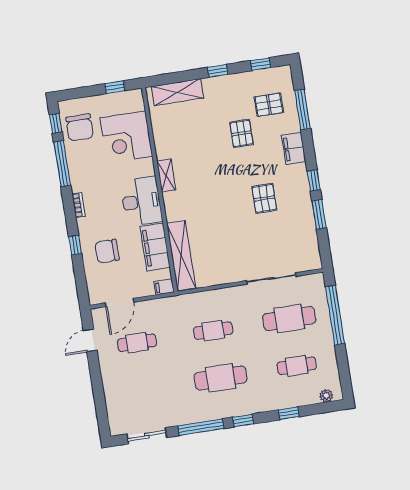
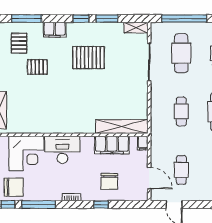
shelving: (166, 176) -> (136, 28), moved
pallet: (264, 198) -> (88, 58), width x1.50, depth x1.42
desk: (141, 201) -> (62, 150), moved

